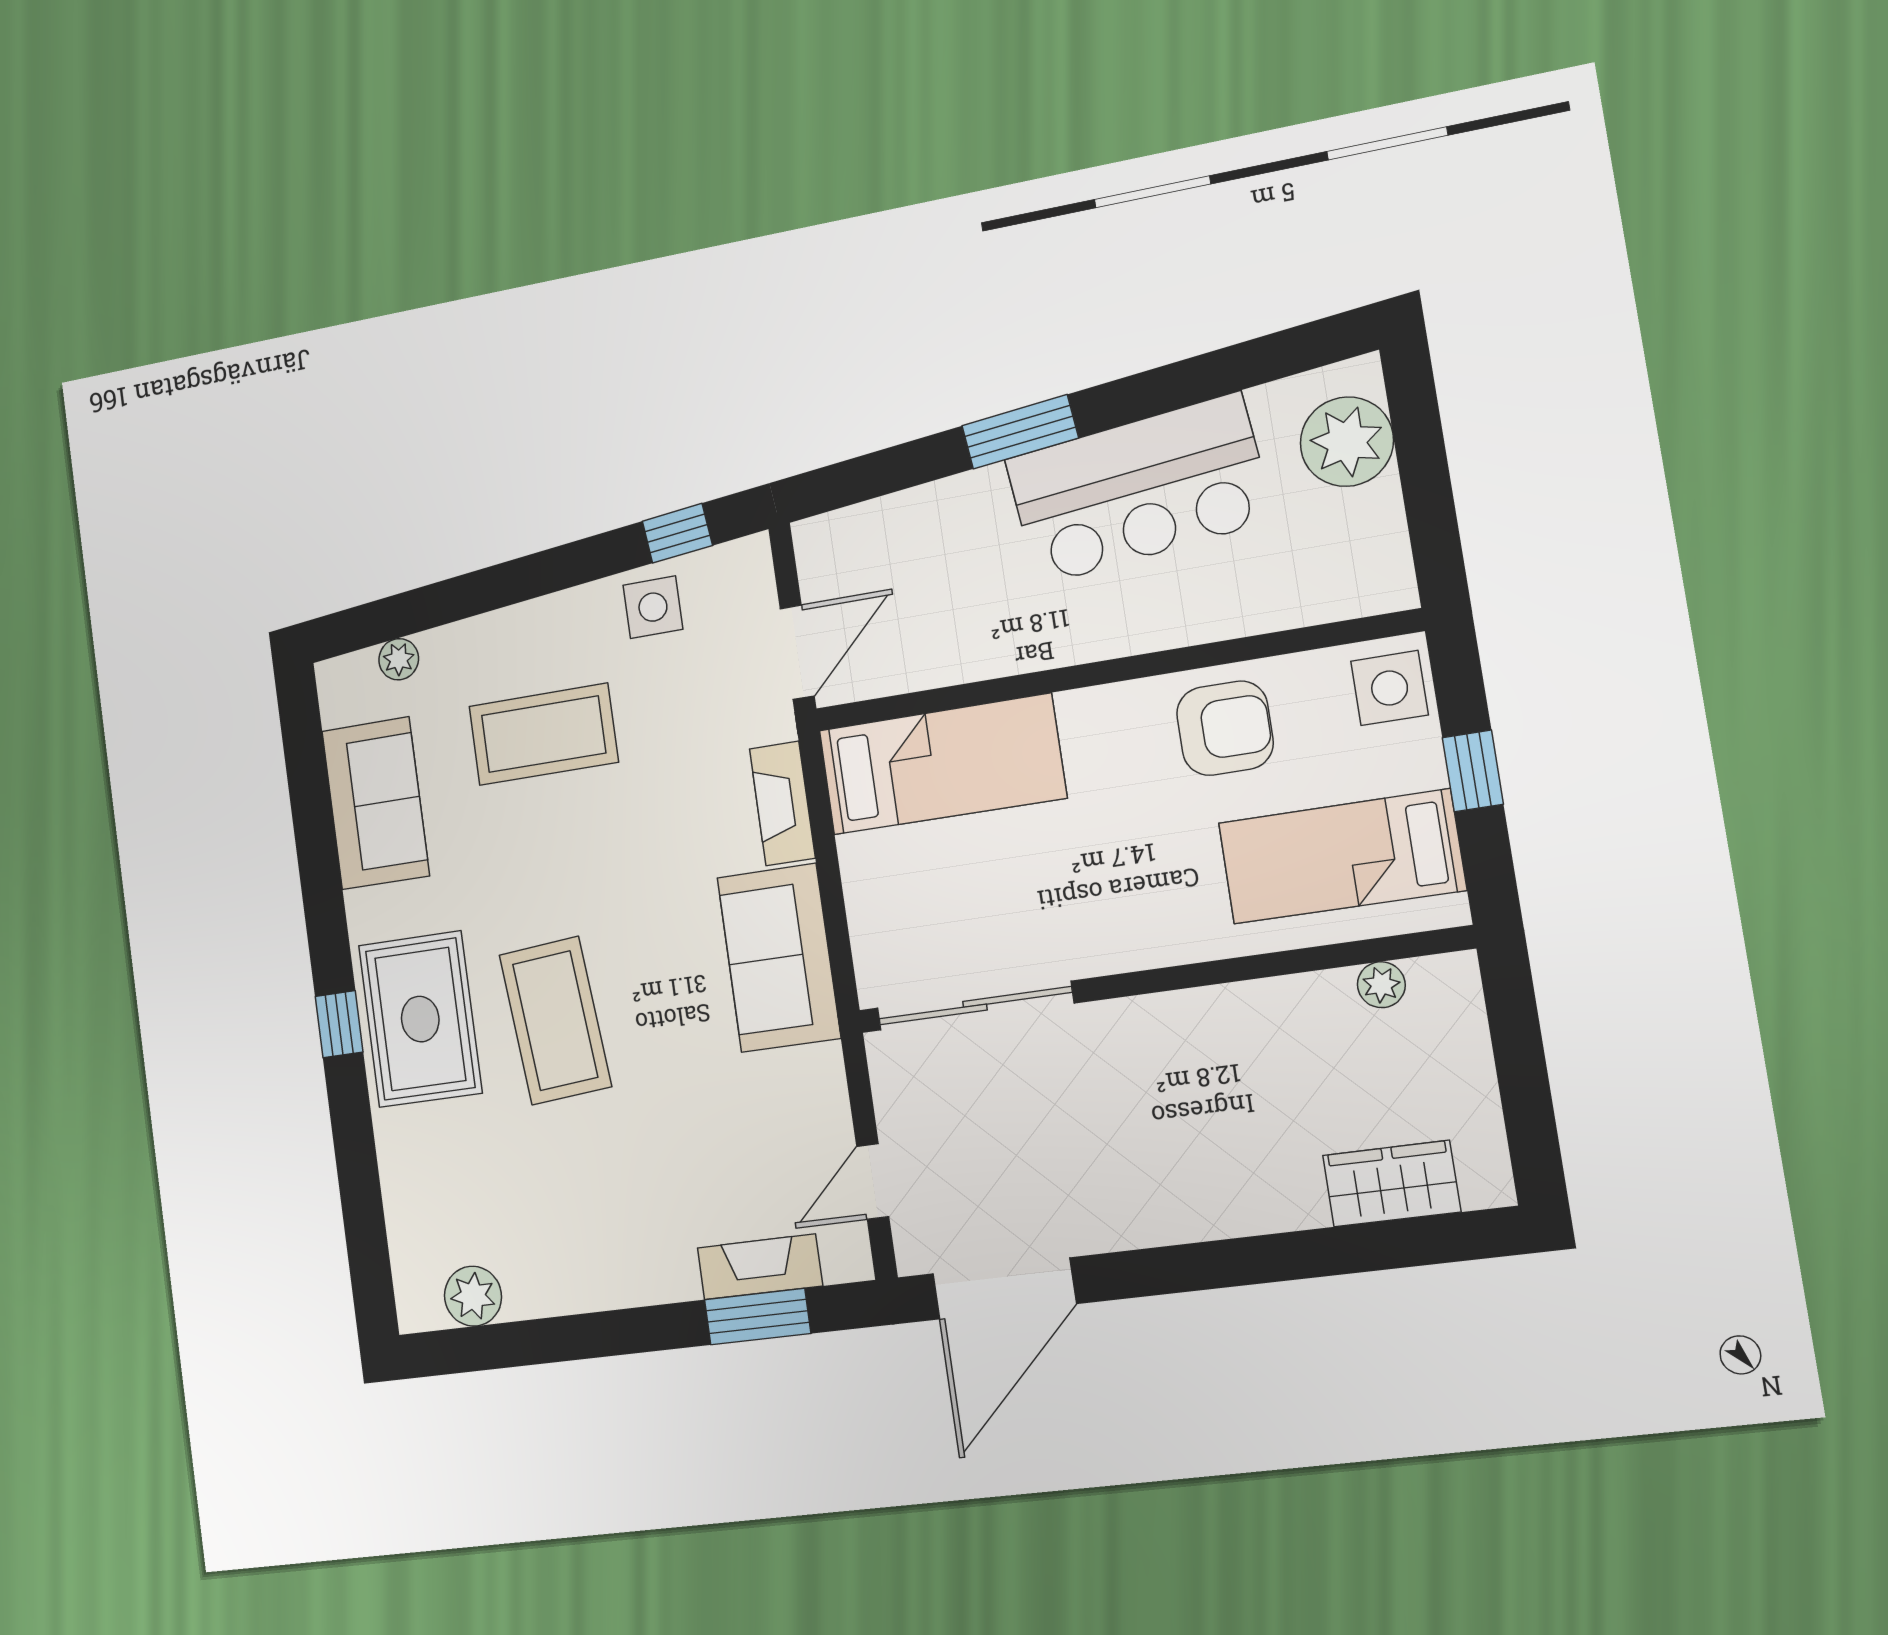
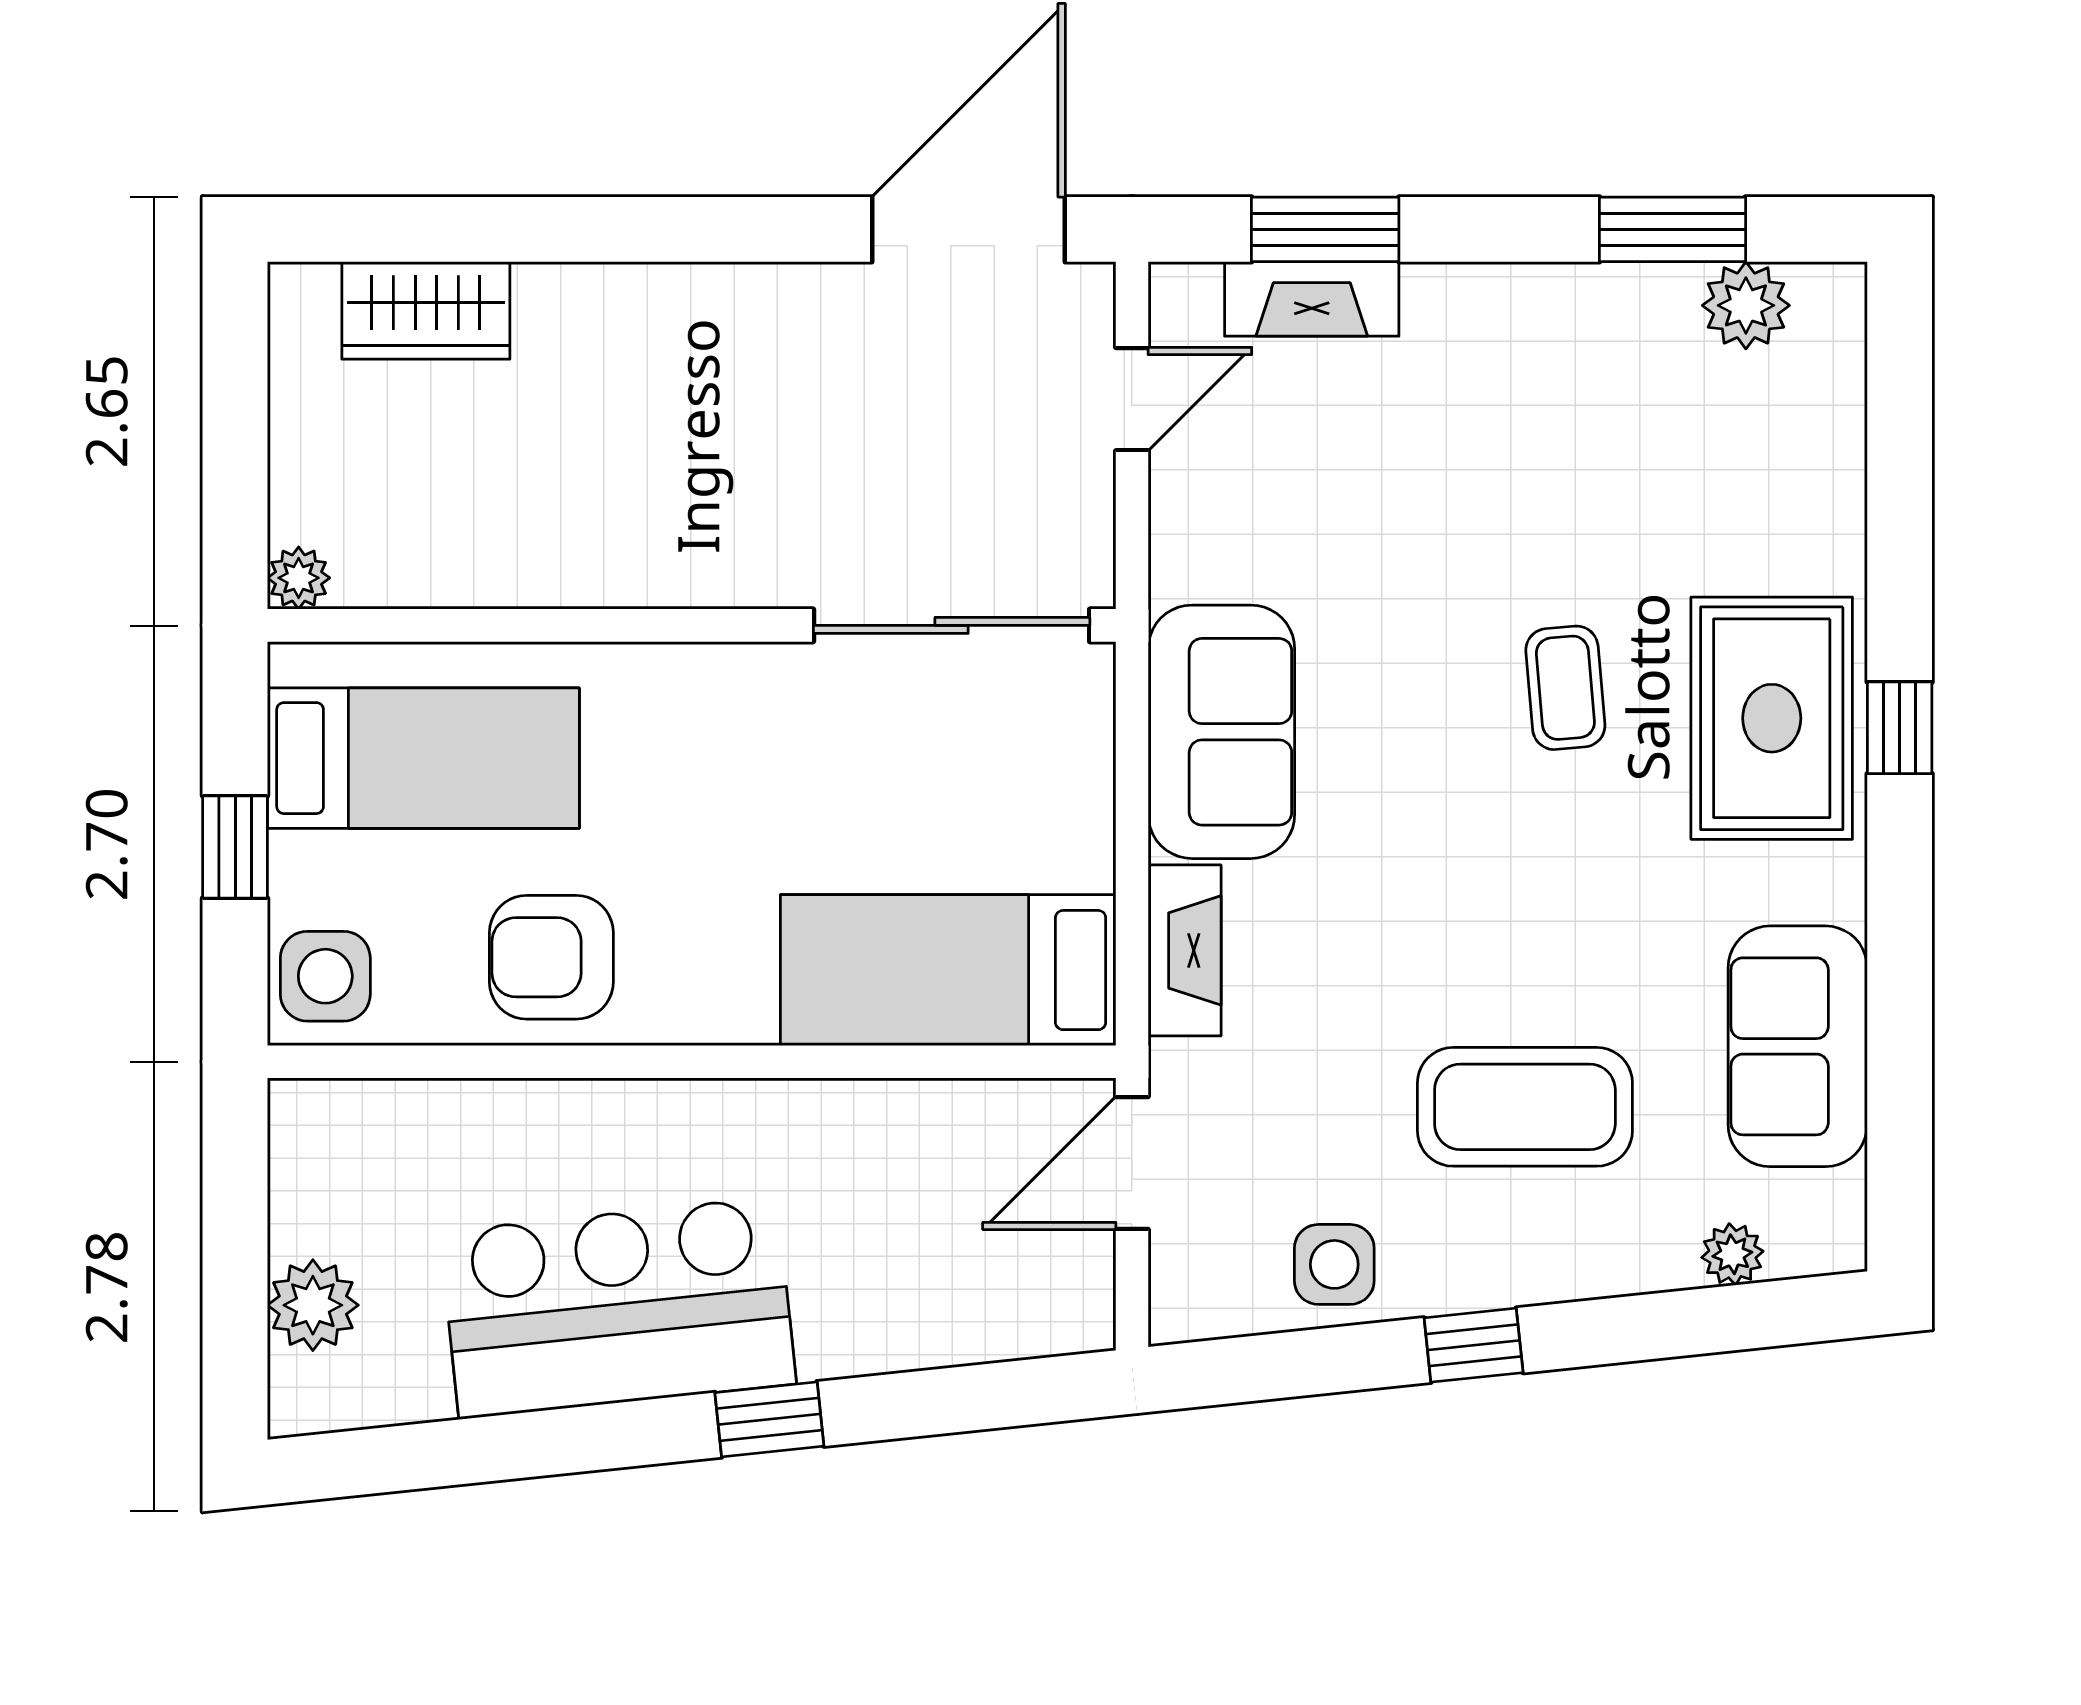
window: (1020, 432) -> (769, 1419), width x0.67
plant: (1347, 442) -> (313, 1305), width x0.73, depth x0.73
window: (677, 533) -> (1474, 1345), moved
plant: (1381, 985) -> (299, 578), moved
coffee table: (555, 1021) -> (1565, 688), width x0.54, depth x0.58
window: (527, 1343) -> (1673, 229), added

